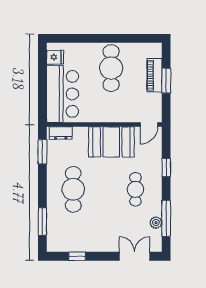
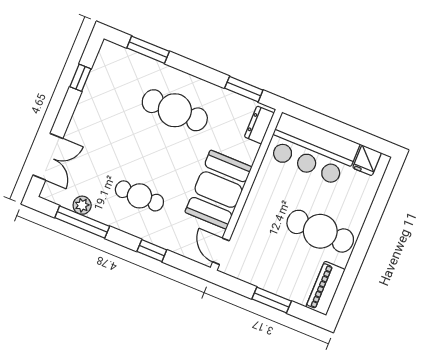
piano: (154, 75) -> (325, 288), moved, turned -90

